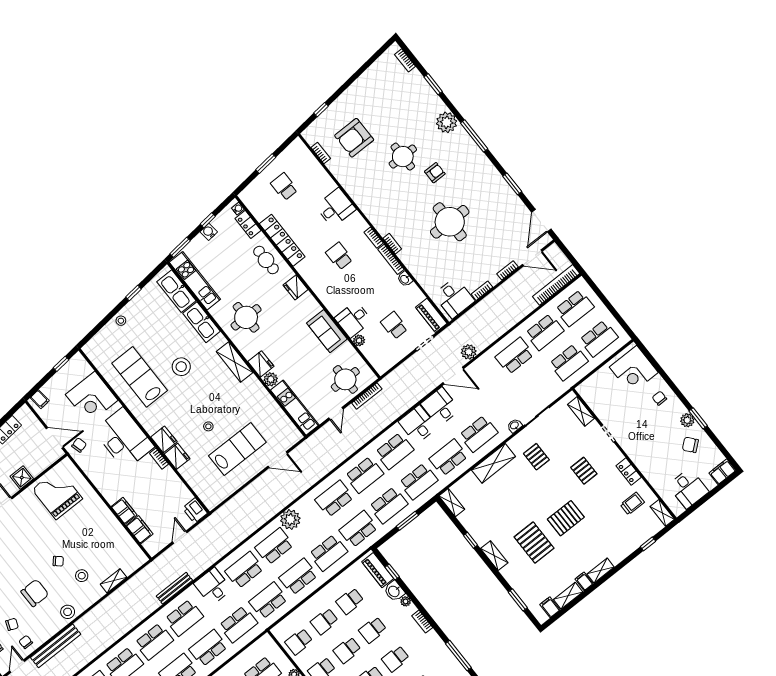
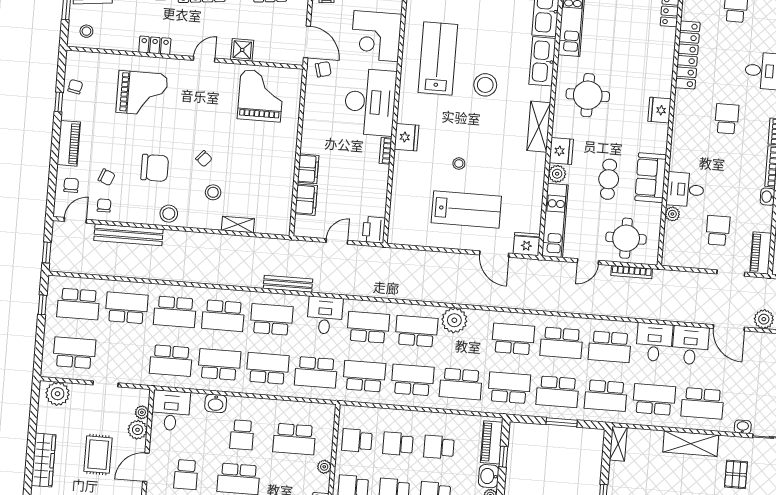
cafe table: (266, 260) -> (609, 179), moved
fridge: (177, 456) -> (527, 244), moved, turned -90
school desk: (184, 618) -> (272, 320), turned 180

